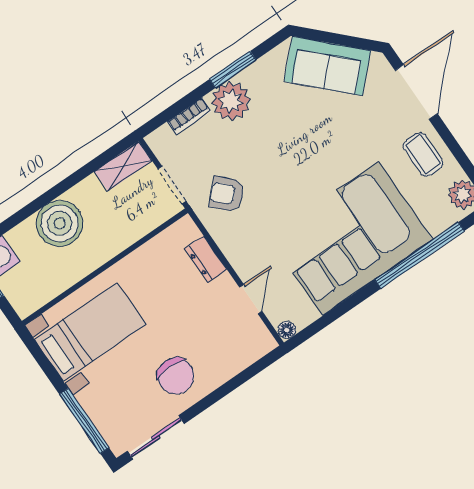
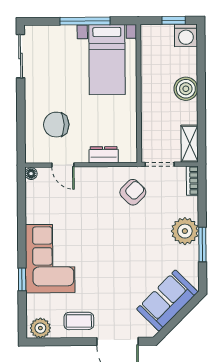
bookcase: (189, 116) -> (192, 181), moved
boiler: (60, 223) -> (186, 89), width x0.73, depth x0.73
corner sofa: (350, 239) -> (50, 259), width x0.73, depth x0.74
window: (420, 255) -> (22, 279), width x0.32
chair: (176, 376) -> (56, 125), moved
window: (84, 421) -> (85, 21), moved

